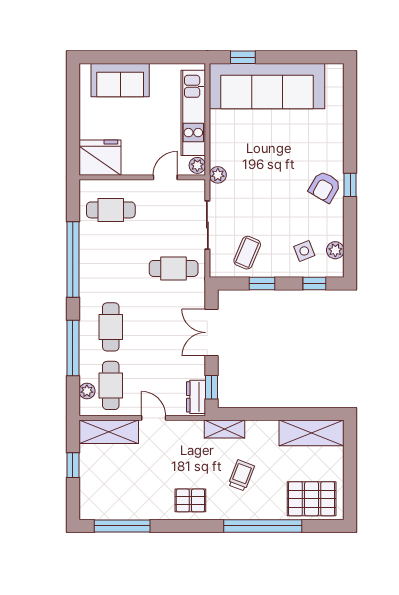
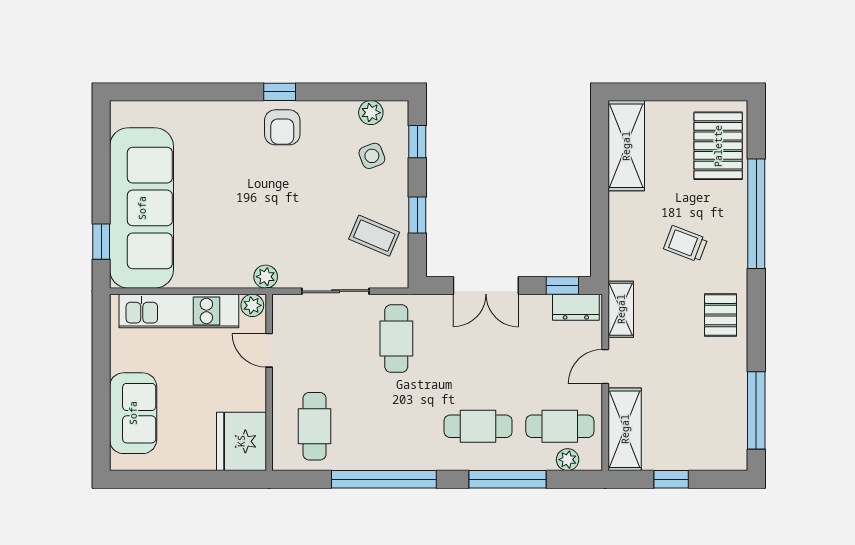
armchair: (325, 187) -> (282, 127), turned 60
shelving: (224, 429) -> (621, 309), moved

